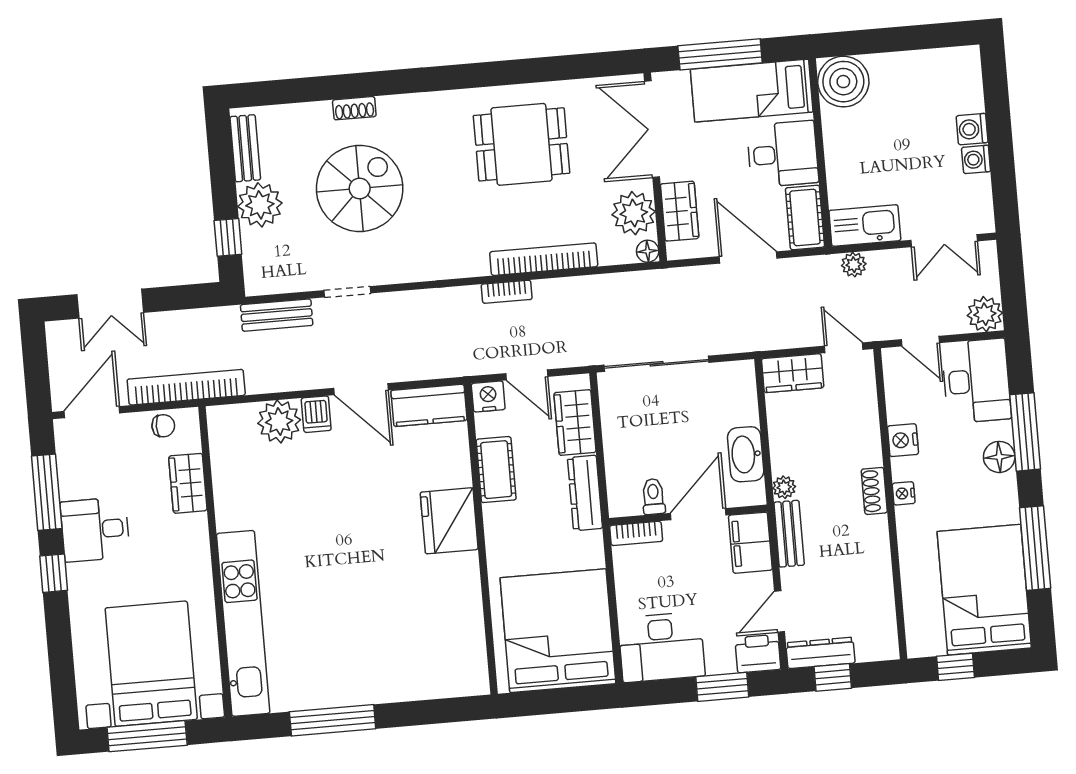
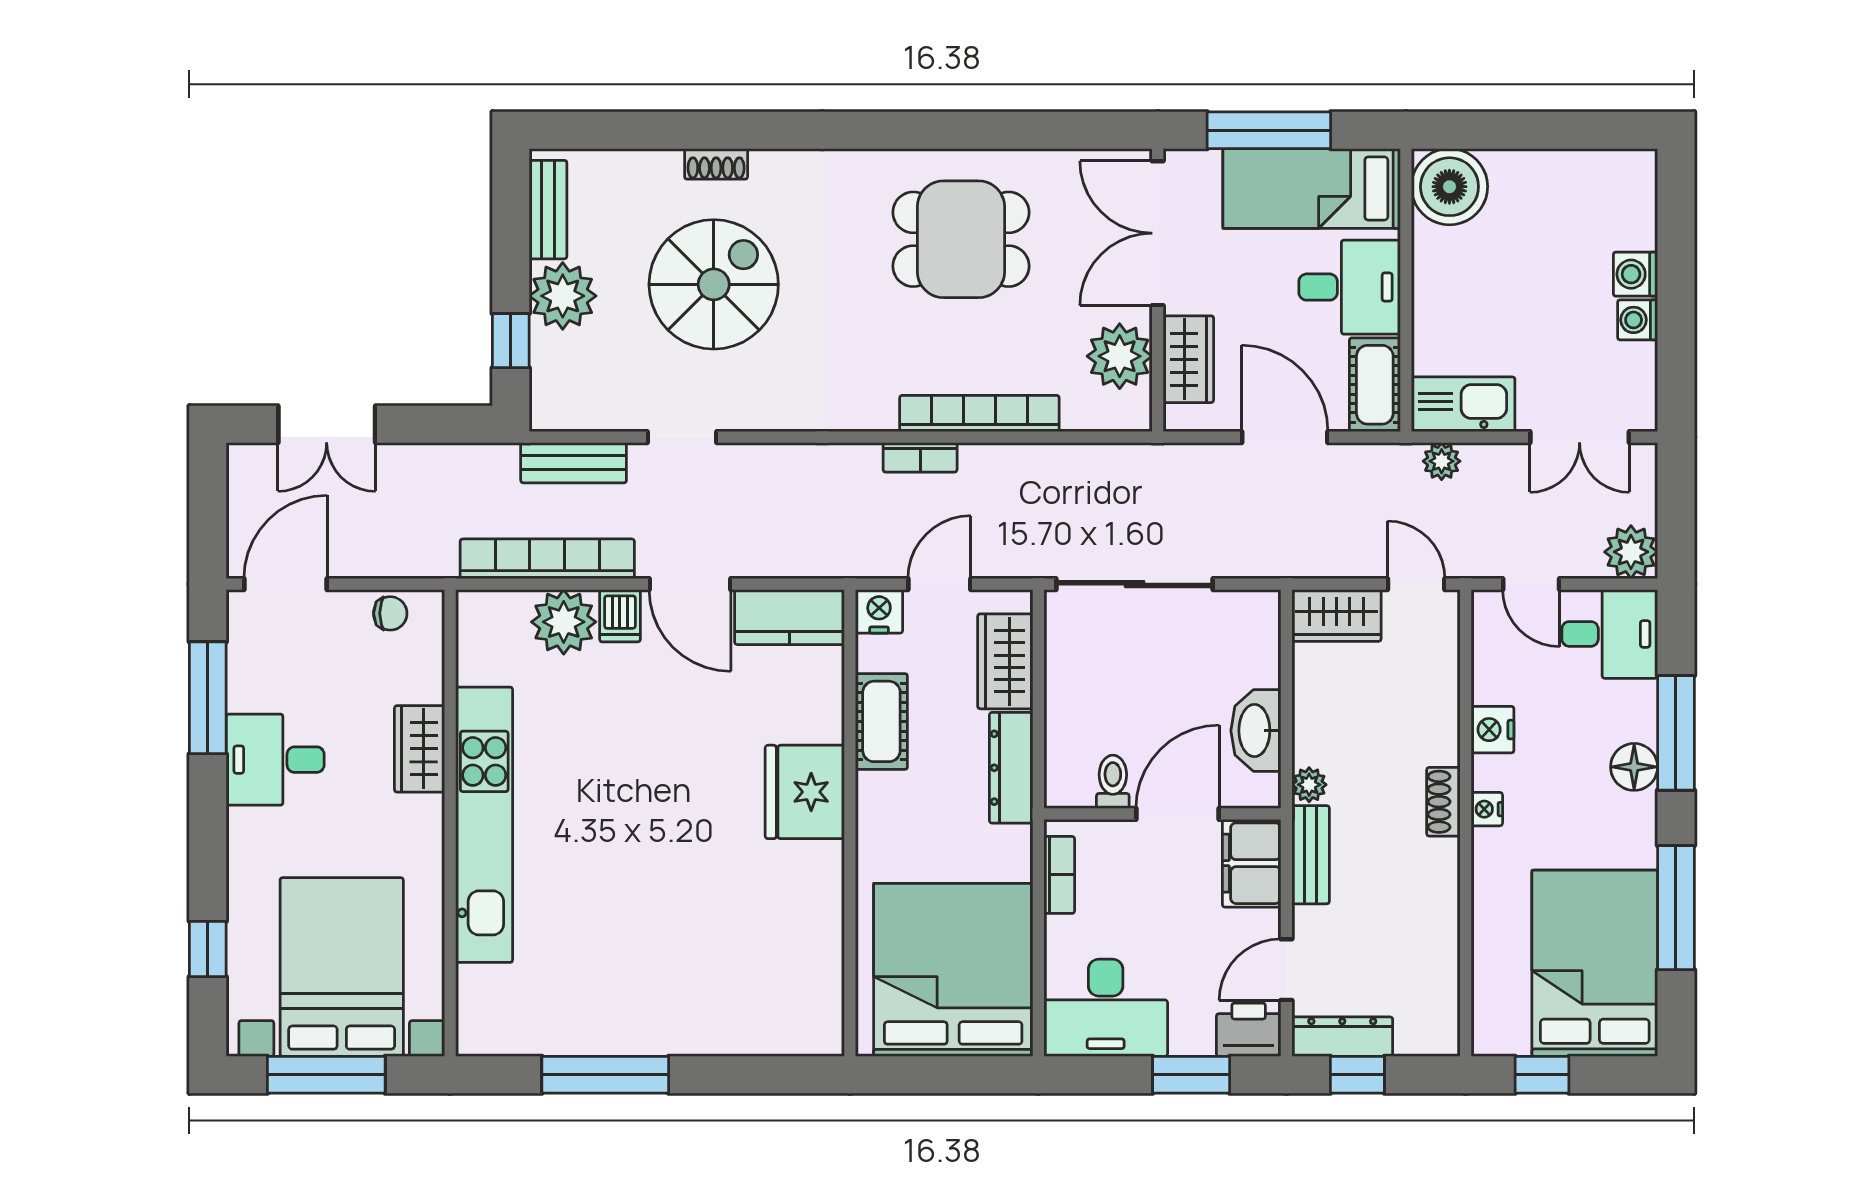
floor lamp: (648, 251) -> (1136, 415), removed
door: (527, 375) -> (939, 584), swing flipped
desk: (976, 381) -> (1610, 634), width x0.73
bookcase: (186, 387) -> (547, 559), moved
wardrobe: (188, 483) -> (420, 749), moved
bookcase: (636, 533) -> (1059, 875), moved, turned -90
window: (54, 573) -> (208, 949), moved
kitchen unit: (243, 623) -> (484, 825), moved

